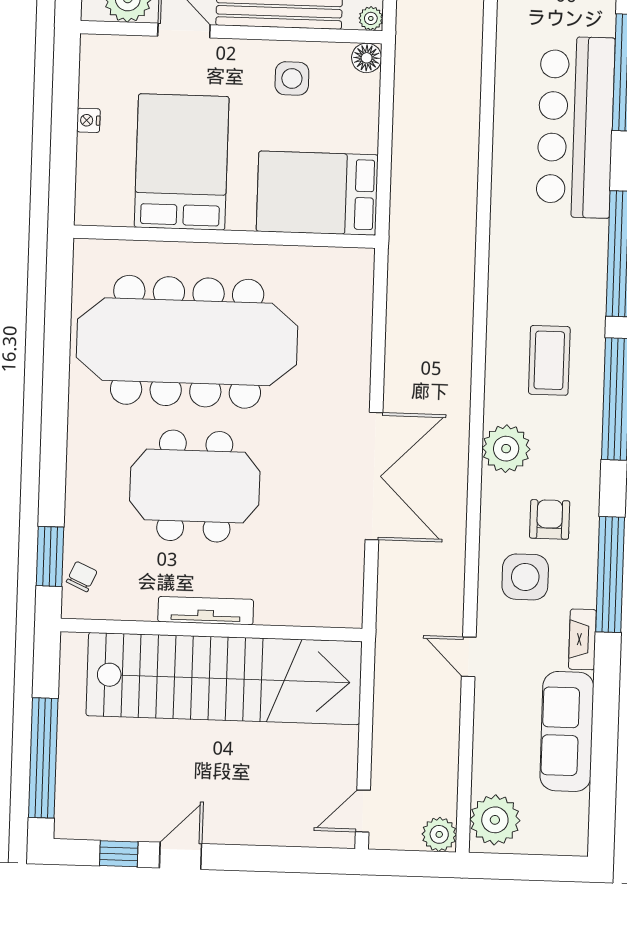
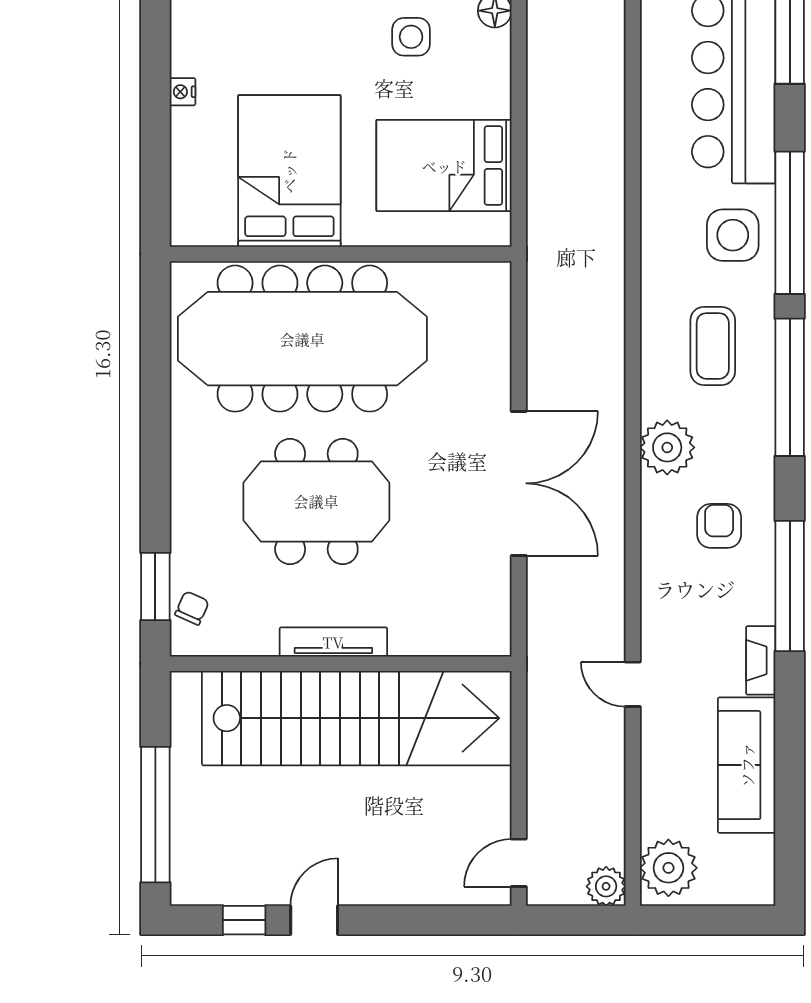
bed: (182, 162) -> (289, 171), moved
wall: (224, 237) -> (341, 254), moved
side table: (525, 577) -> (733, 235), moved

